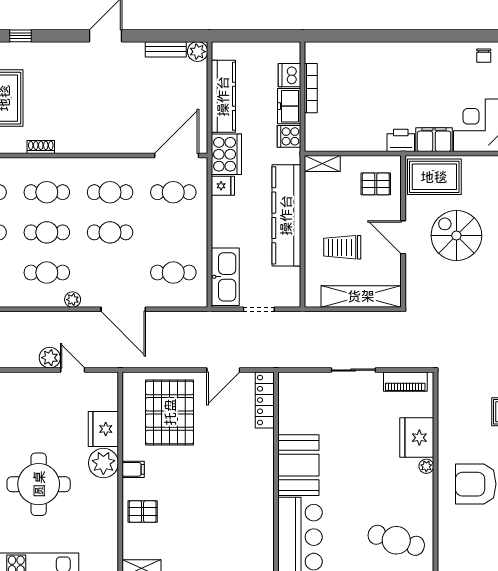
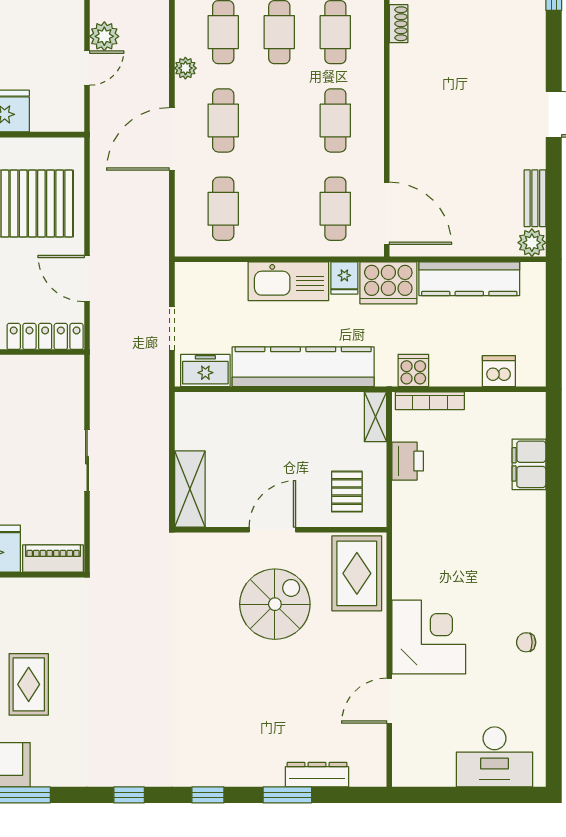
bookcase: (311, 88) -> (430, 401), moved
freezer: (289, 106) -> (205, 370), moved
printer: (401, 140) -> (408, 461), moved
filing cabinet: (434, 140) -> (529, 464), moved, turned 180
cafe table: (110, 232) -> (223, 120), moved
trolley: (342, 247) -> (259, 445), removed
kitchen sink: (225, 277) -> (288, 281), moved
shelving: (361, 296) -> (190, 489), width x0.68
piano: (405, 382) -> (53, 559), moved, turned 90

